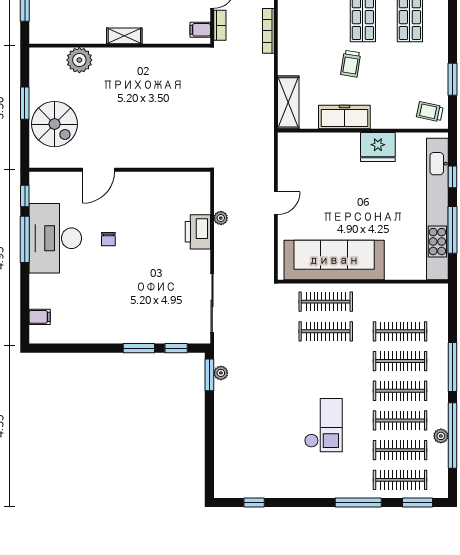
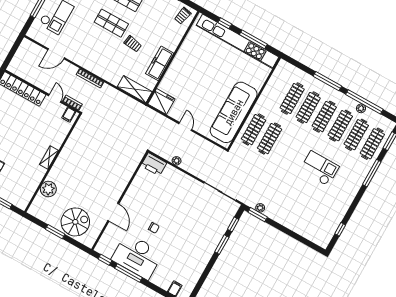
fridge: (378, 147) -> (161, 101), moved, turned -90
printer: (198, 232) -> (154, 164), moved

